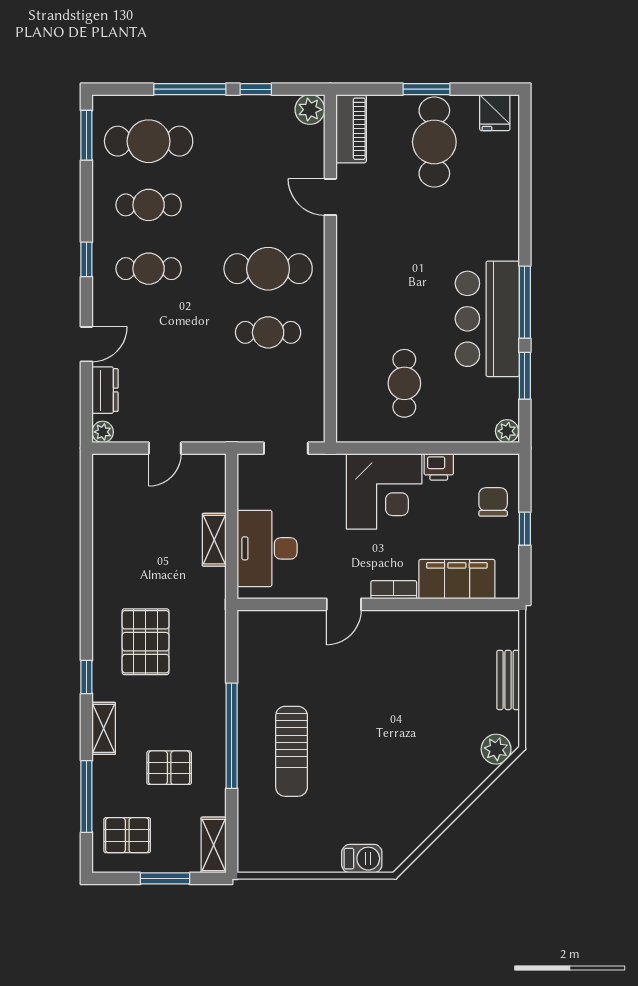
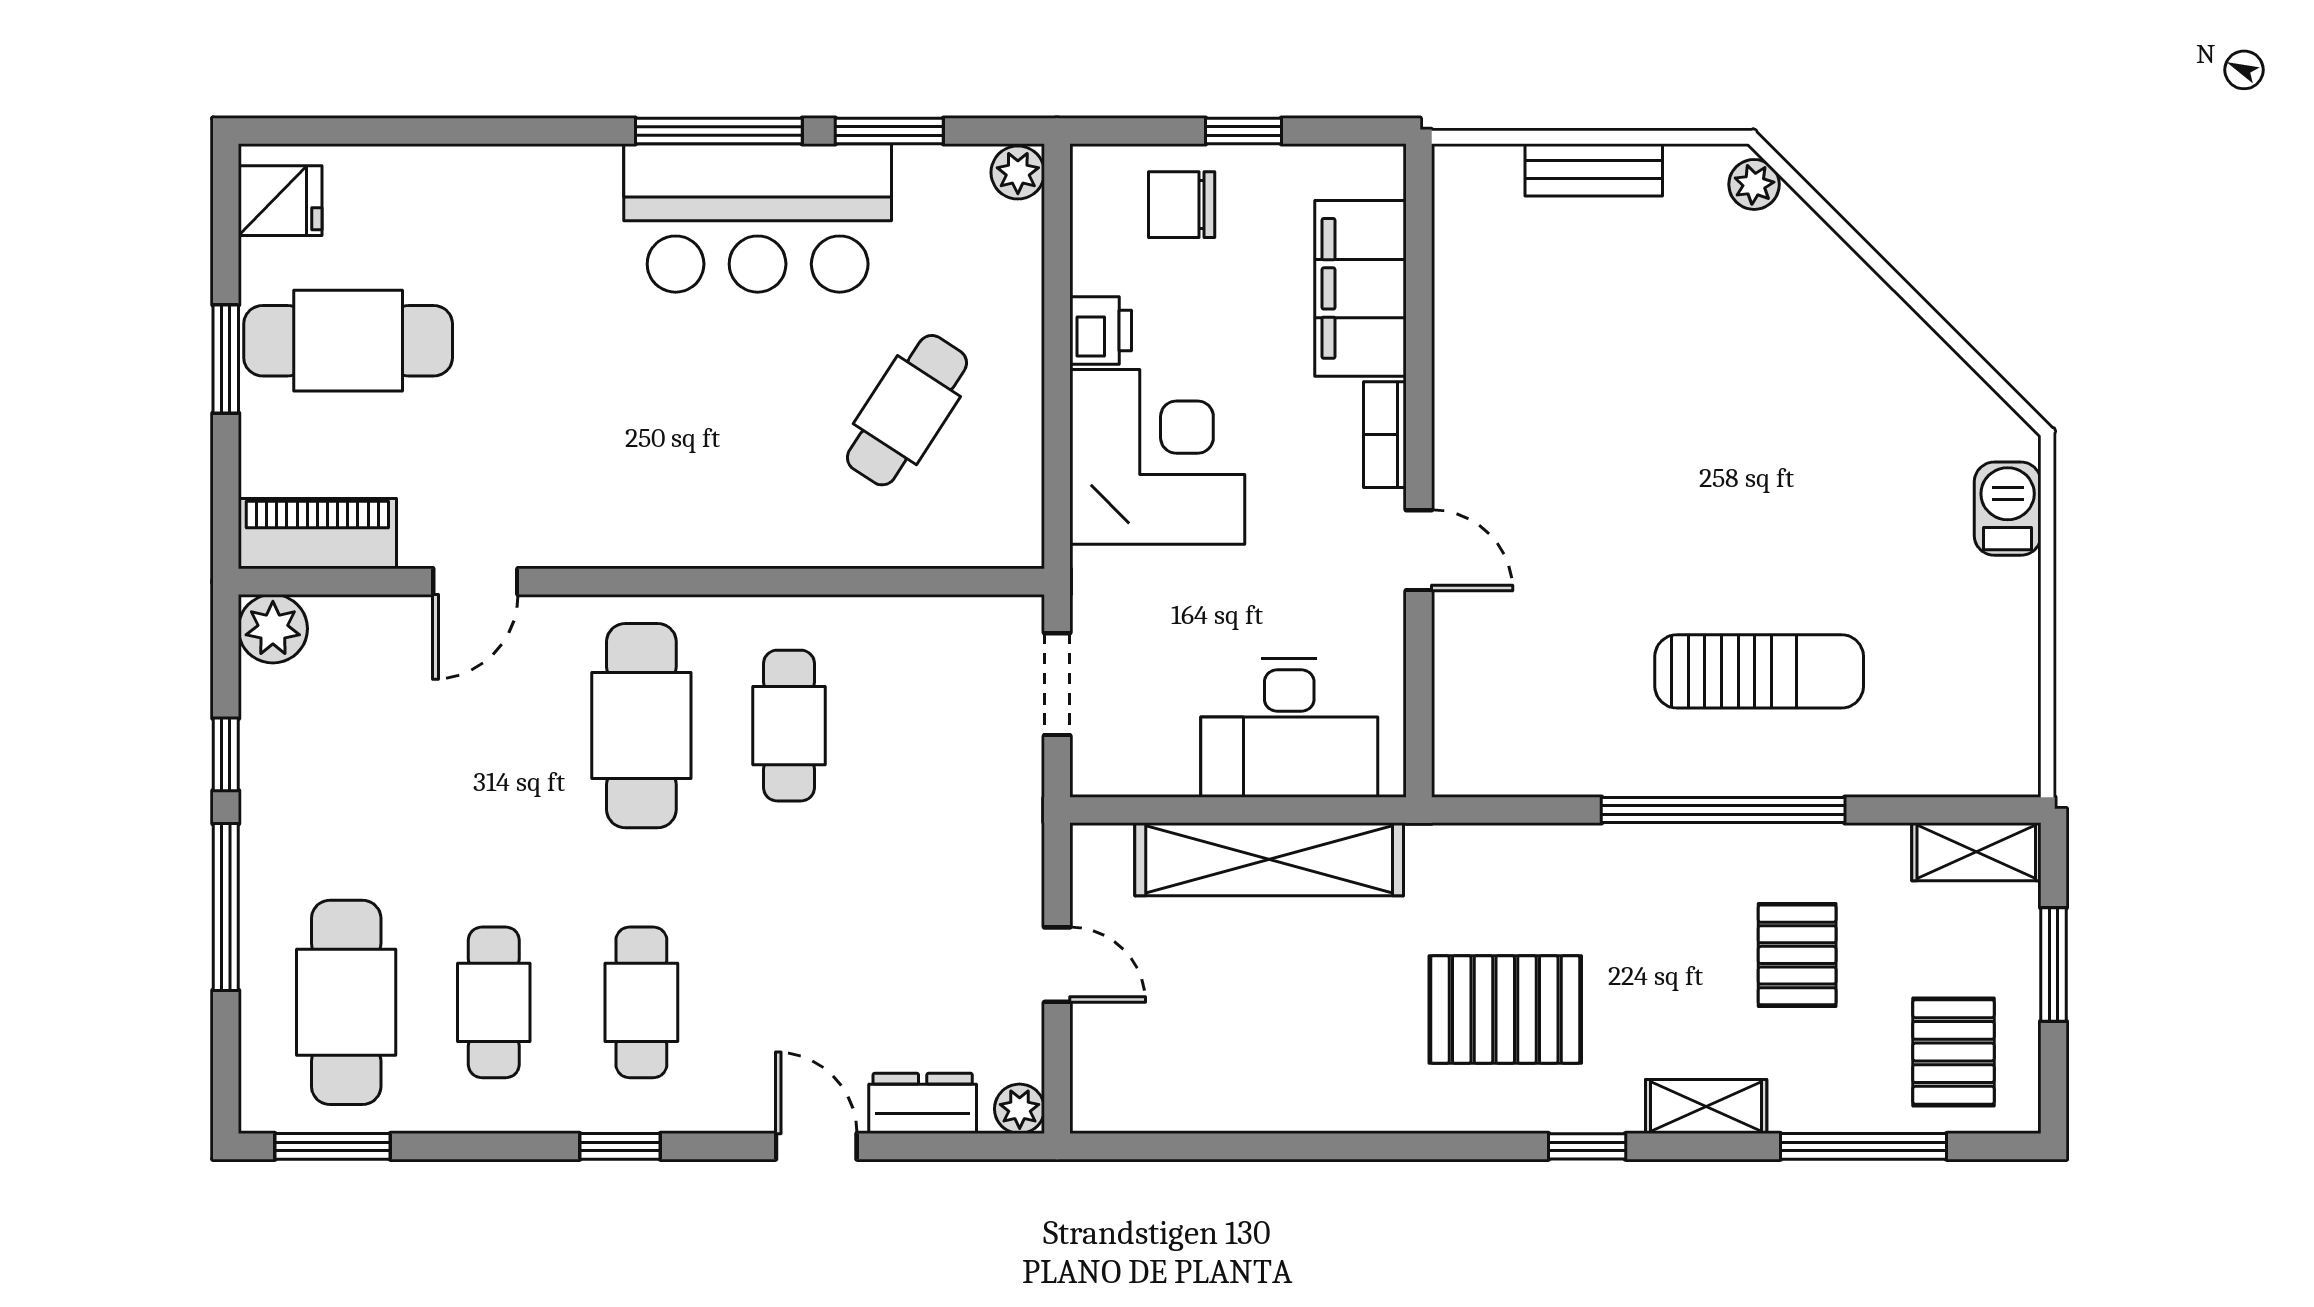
cafe table: (404, 383) -> (907, 410), turned -57
shelving: (214, 540) -> (1269, 859), width x2.20, depth x1.33
plant: (496, 749) -> (1754, 184), width x0.73, depth x0.73

